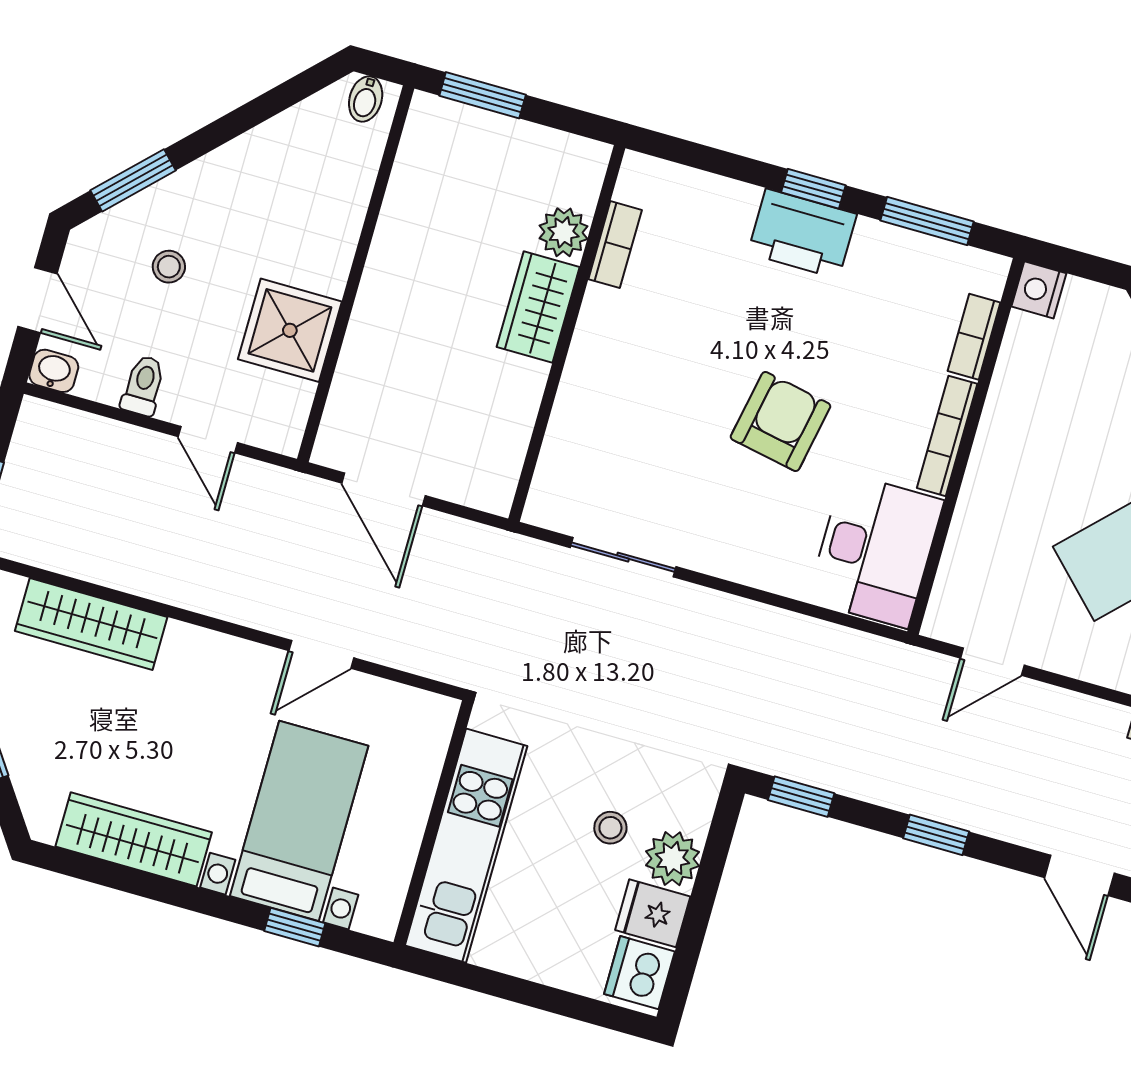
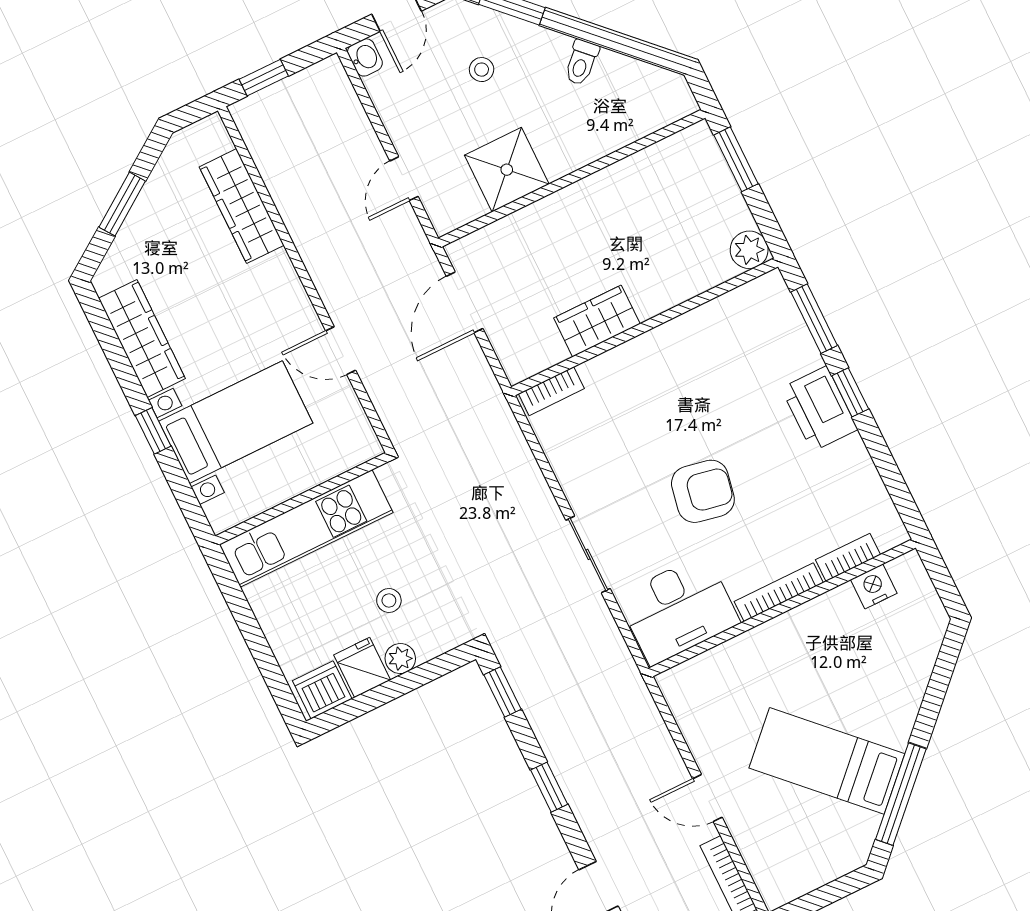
bidet: (366, 99) -> (675, 96), removed
window: (927, 221) -> (814, 319), moved
plant: (563, 232) -> (749, 250), moved
bookcase: (615, 245) -> (551, 391), moved
nightstand: (1039, 290) -> (874, 586), moved
wardrobe: (538, 307) -> (597, 321), moved
toilet: (143, 386) -> (581, 62), moved, turned 135
sliding door: (623, 557) -> (588, 554), moved
door: (992, 662) -> (707, 798), moved
plant: (672, 859) -> (400, 659), width x0.73, depth x0.73
window: (295, 927) -> (153, 431), moved

